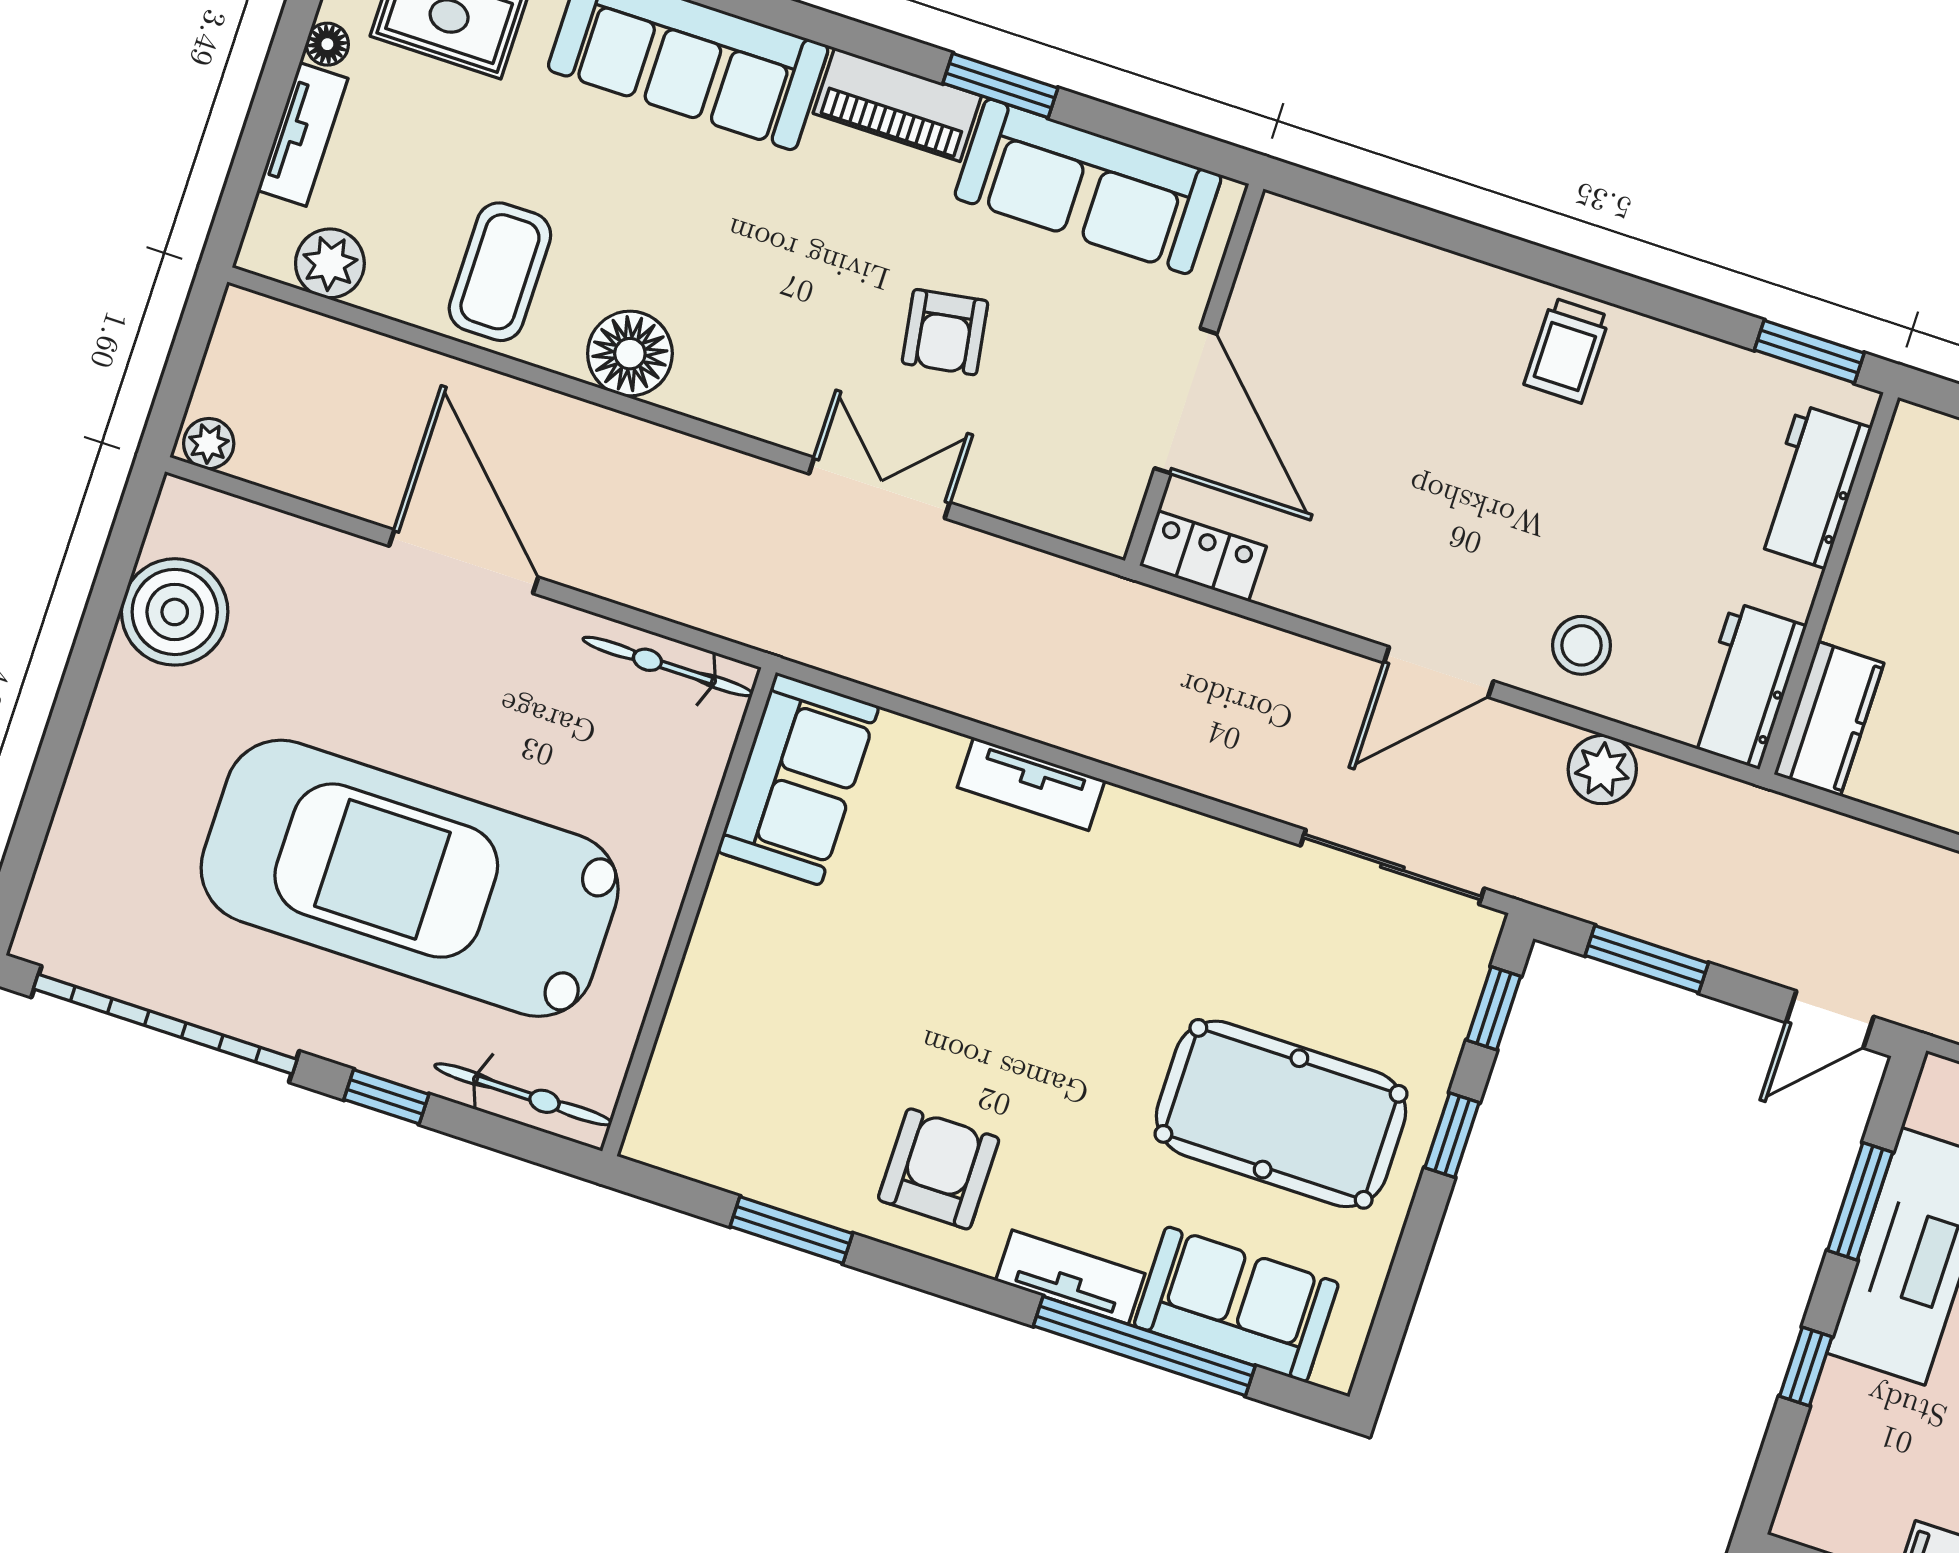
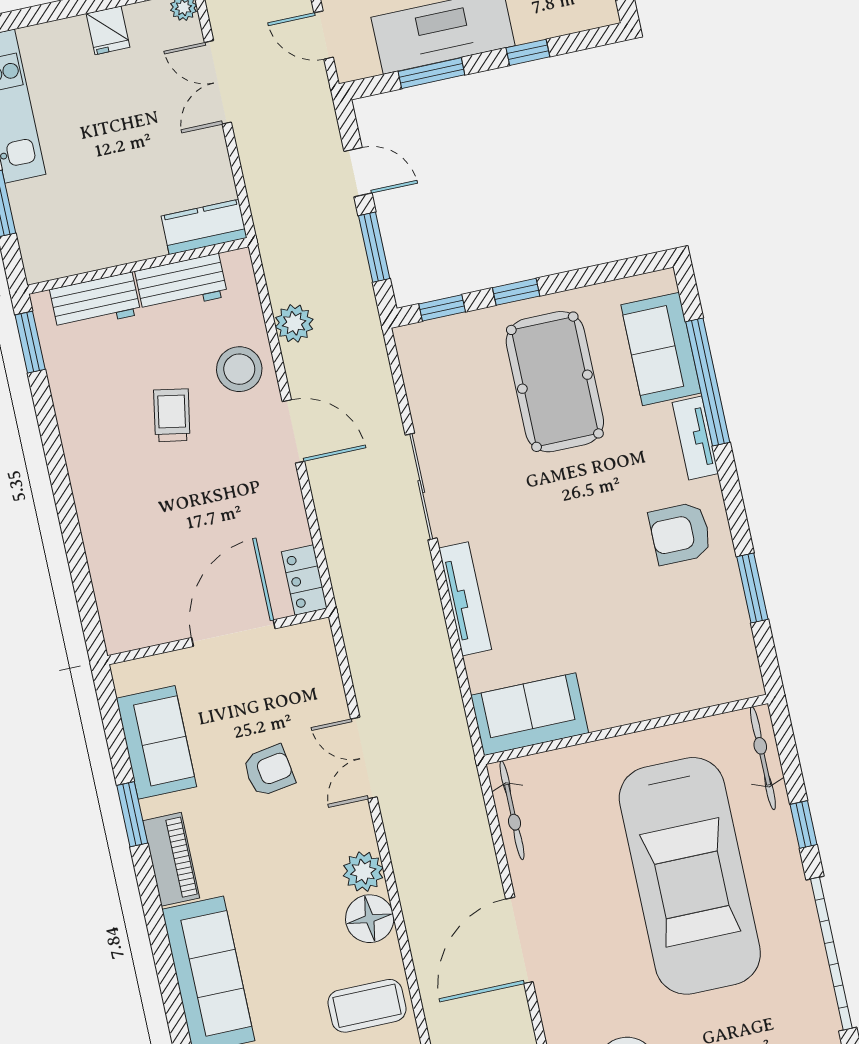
sofa: (1088, 186) -> (156, 742), width x0.73
trolley: (1567, 350) -> (172, 415), moved, turned -80
plant: (707, 386) -> (363, 872), added
stool: (1582, 645) -> (239, 369), width x1.38, depth x1.38
workbench: (1746, 686) -> (181, 284), moved
tv unit: (1031, 784) -> (465, 599), width x1.41
sliding door: (1392, 867) -> (421, 487), moved
door: (1830, 1019) -> (358, 172), moved

